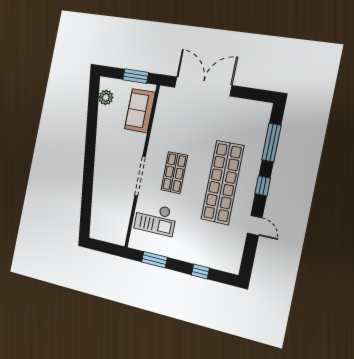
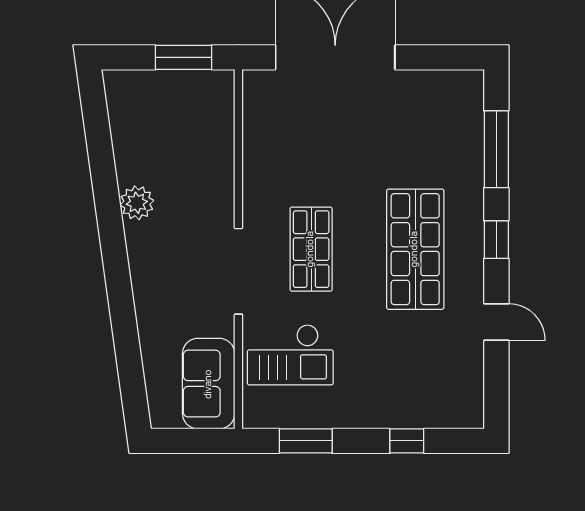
plant: (106, 97) -> (137, 203), moved
sofa: (140, 111) -> (209, 384), moved
shop shelf: (222, 182) -> (415, 249), width x0.71

